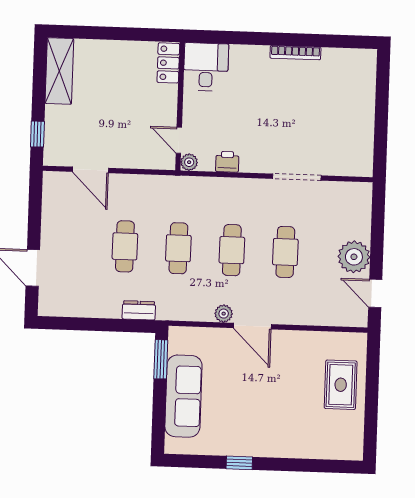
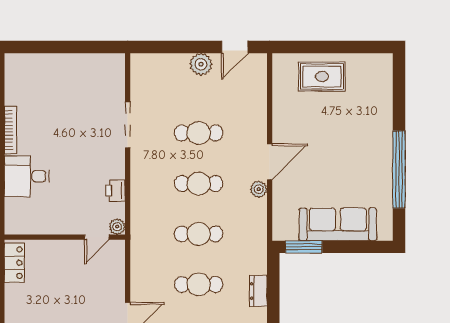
locker: (168, 63) -> (14, 263), moved, turned -90
desk: (206, 67) -> (27, 176), moved
plant: (354, 257) -> (201, 64), width x0.73, depth x0.73
dresser: (139, 310) -> (258, 291), moved
window: (239, 463) -> (399, 169), width x3.17

